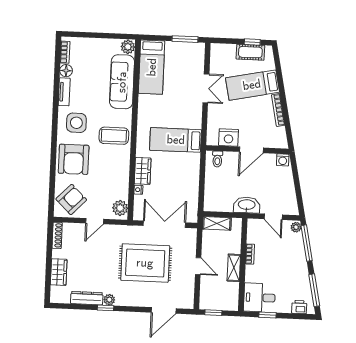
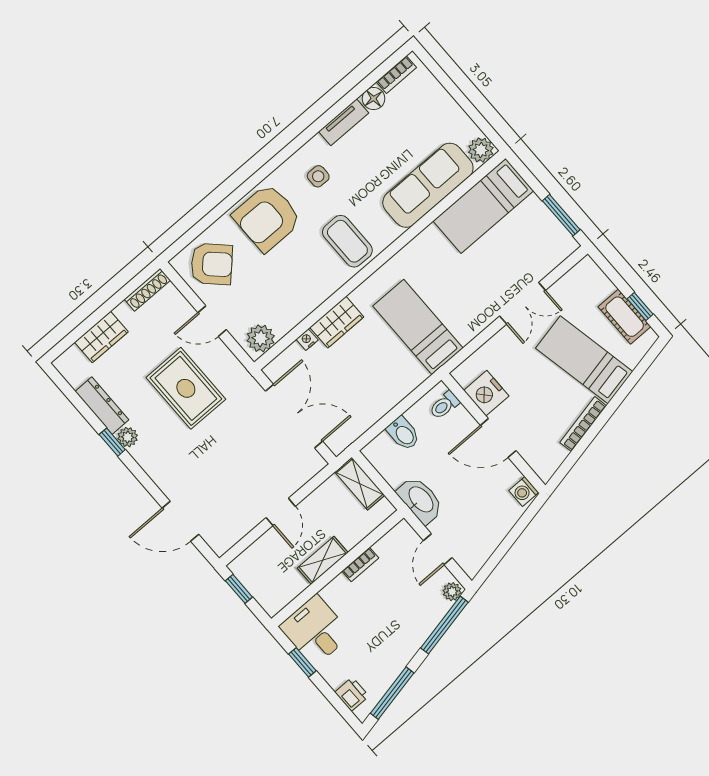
side table: (76, 123) -> (318, 176), width x0.54, depth x0.54
bidet: (213, 187) -> (403, 433), added
rug: (145, 263) -> (186, 388), moved, width x0.73, depth x0.69

